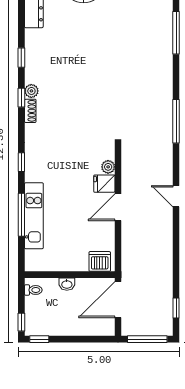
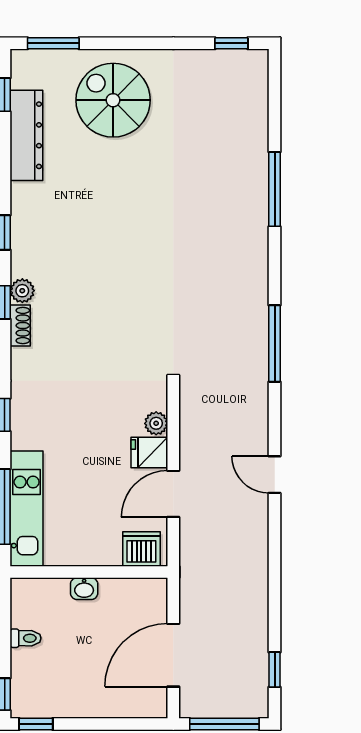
dishwasher: (100, 261) -> (141, 549), moved
wall: (70, 275) -> (89, 572), moved
washbasin: (67, 284) -> (84, 589), moved

